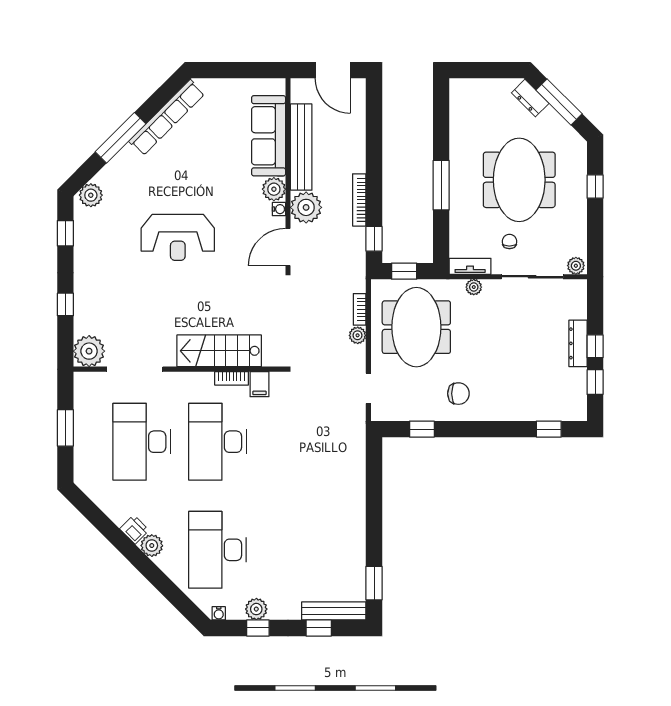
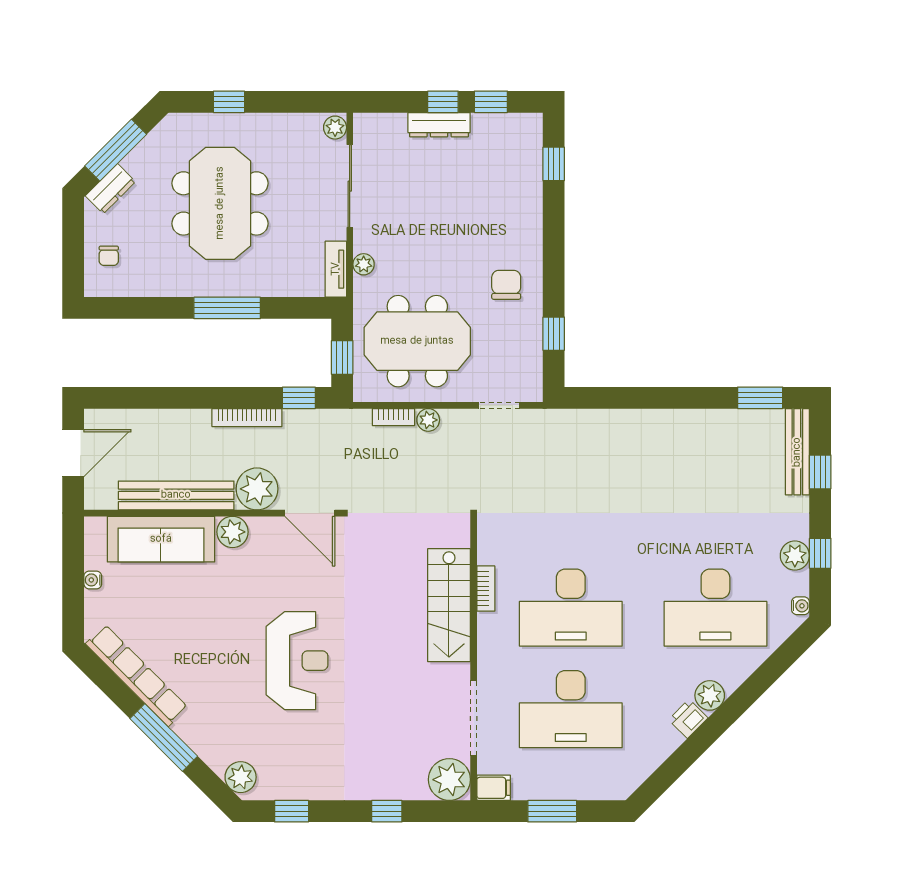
meeting table: (519, 180) -> (220, 203), turned 90
water cooler: (279, 209) -> (93, 580), moved, turned -90
chair: (509, 242) -> (109, 256), moved, turned -90
filing cabinet: (259, 384) -> (494, 788), moved

